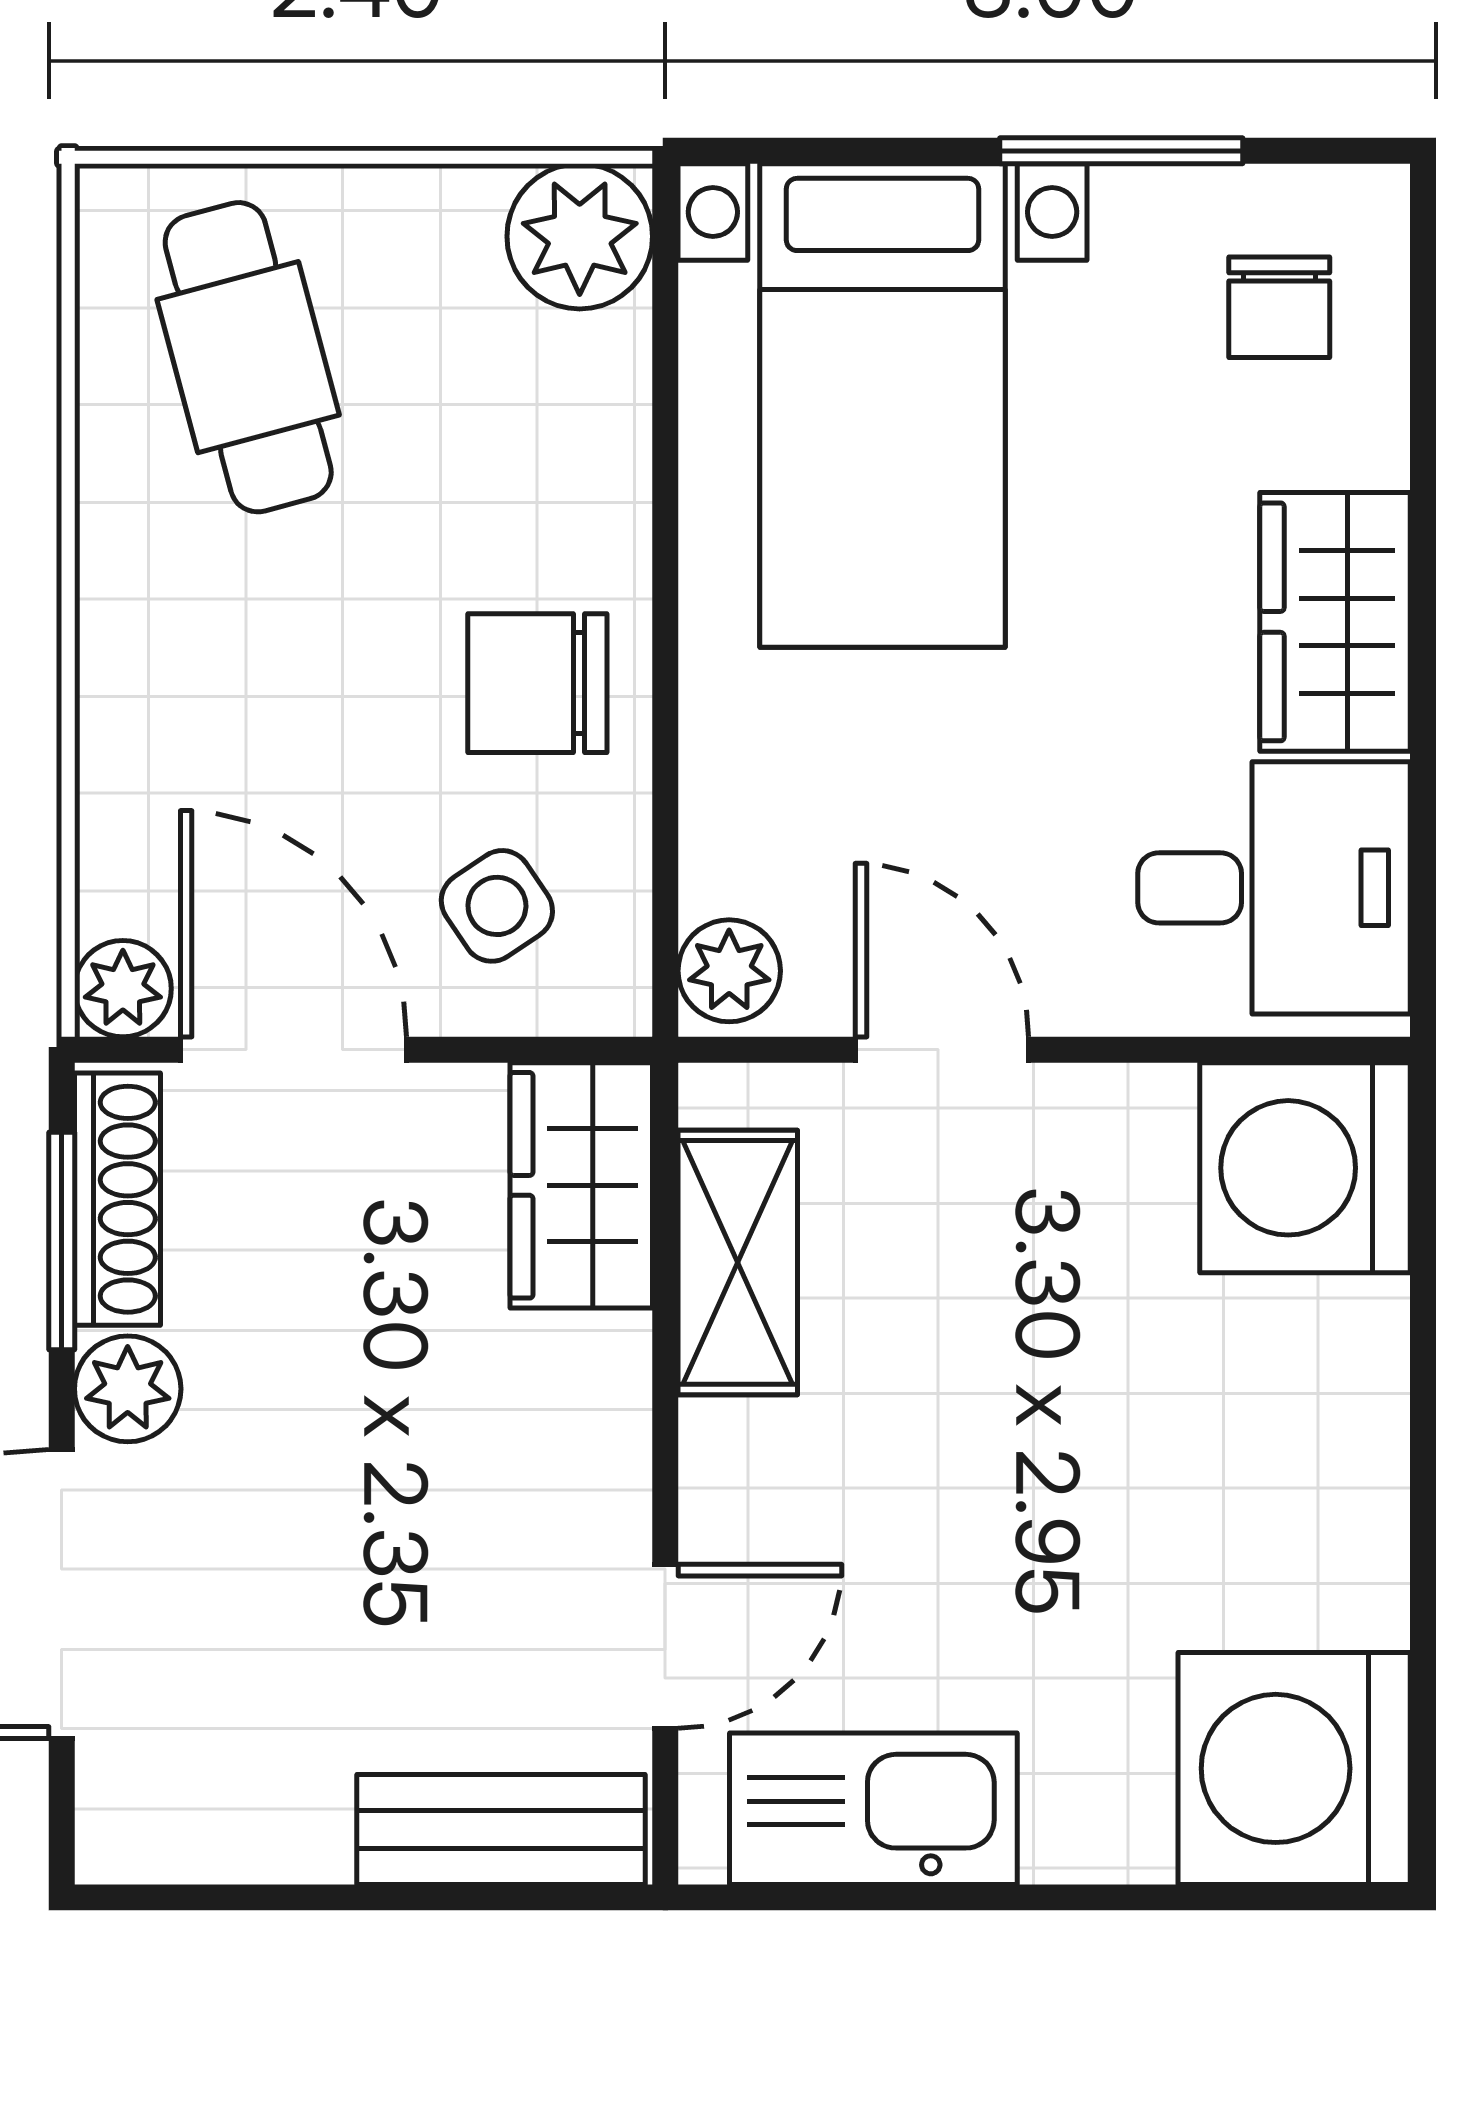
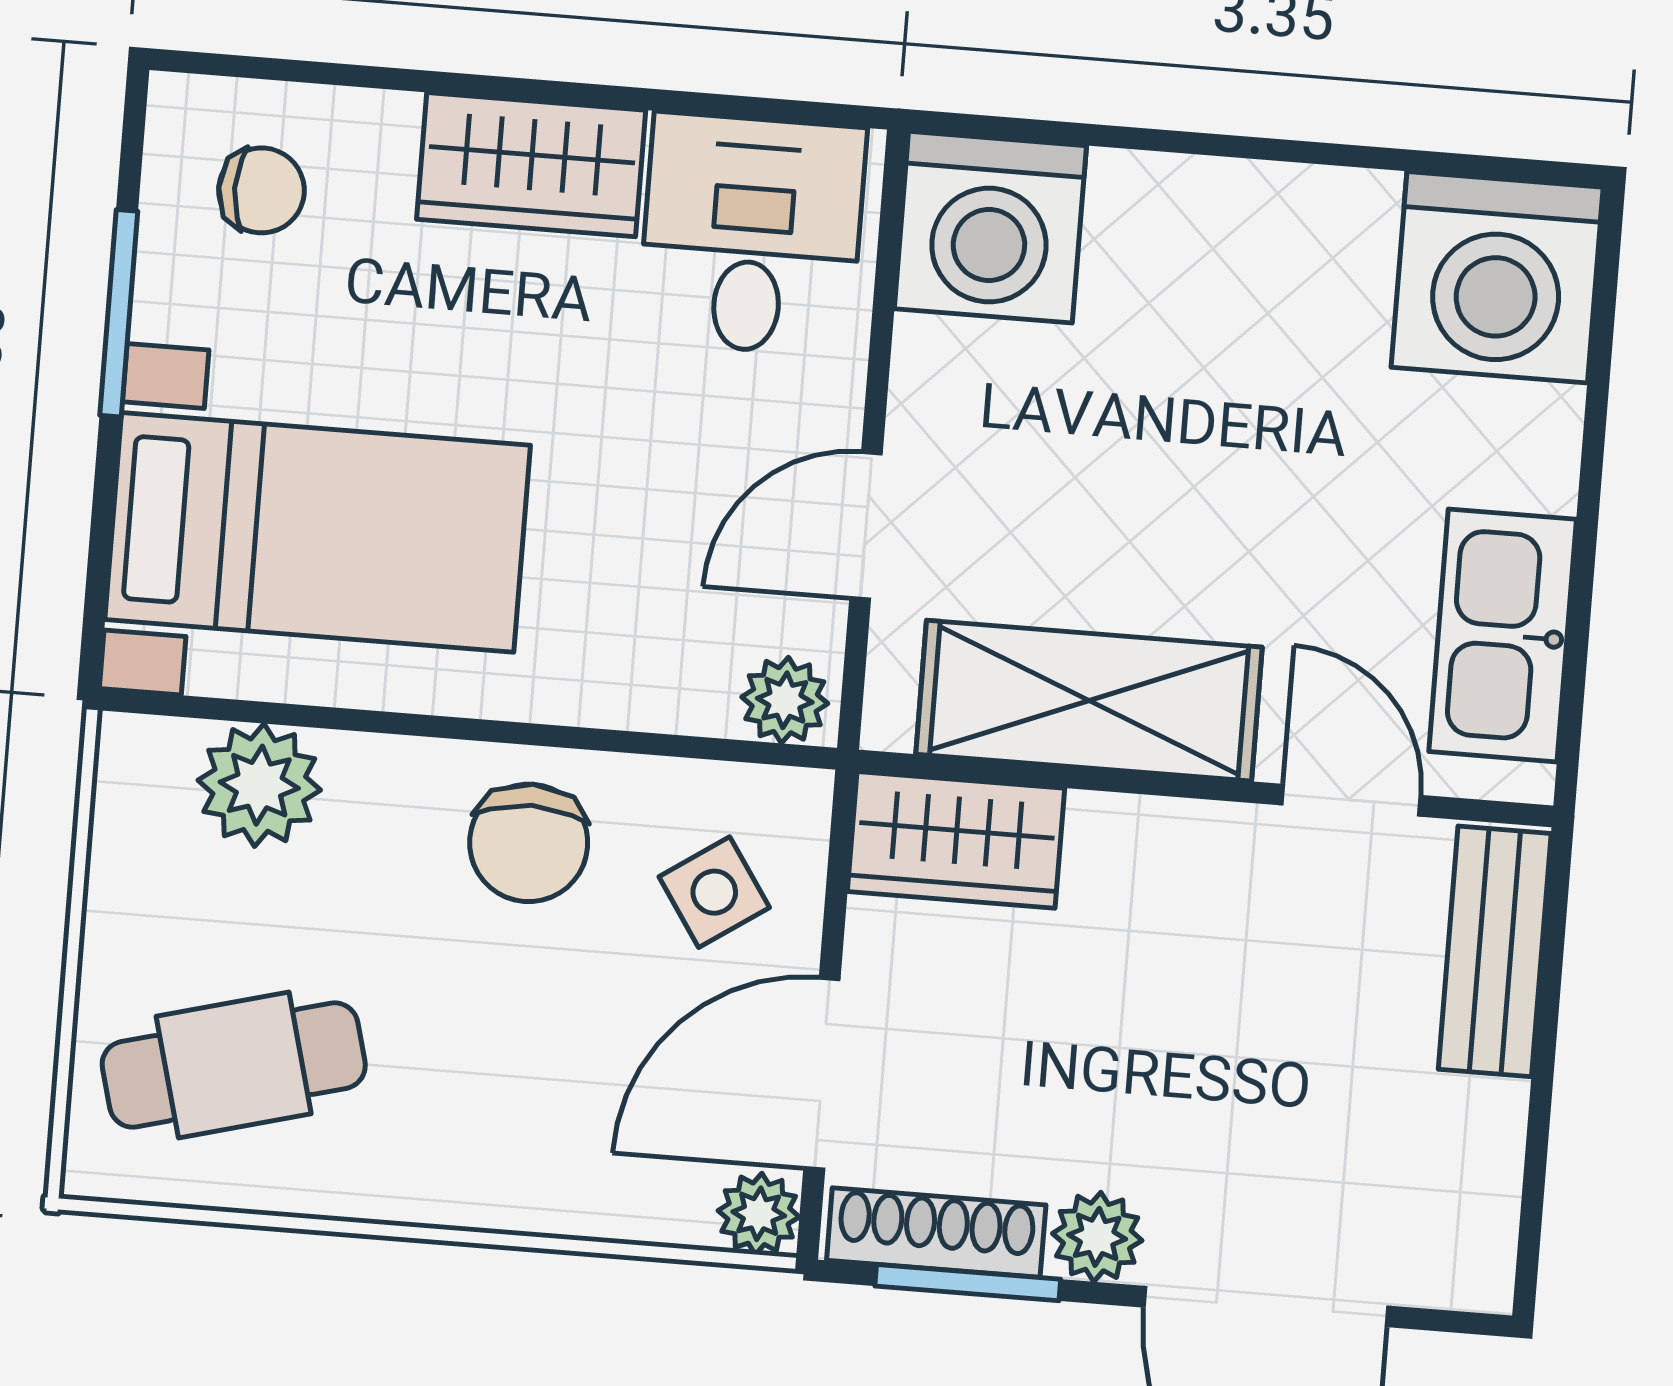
plant: (580, 236) -> (259, 785), moved
shelving: (738, 1262) -> (1089, 701), width x1.50, depth x1.33

